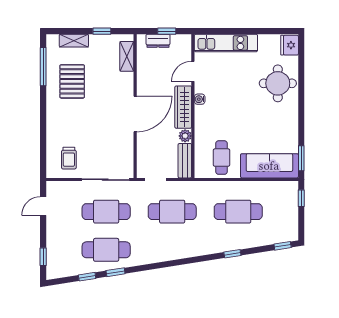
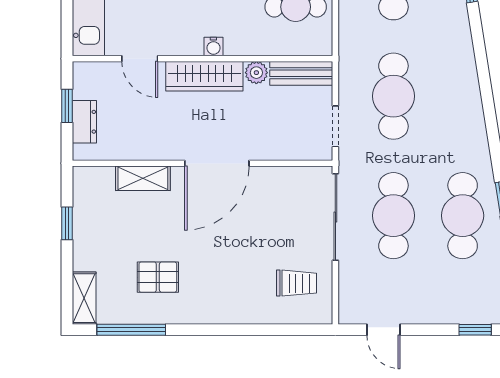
shelving: (74, 41) -> (84, 298), moved
shelving: (127, 56) -> (143, 178), moved
pallet: (72, 81) -> (158, 277), width x0.67, depth x0.71
water cooler: (200, 99) -> (213, 46), moved
door: (135, 114) -> (217, 163), swing flipped

